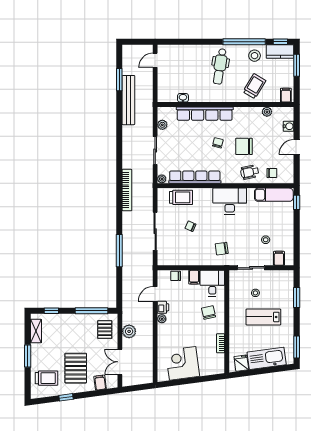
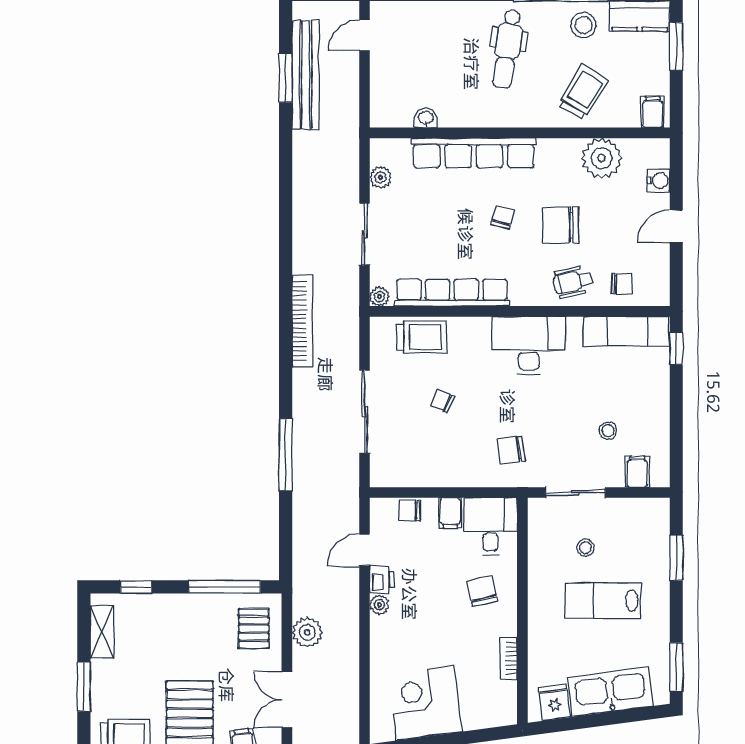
bench: (128, 100) -> (306, 75), moved
plant: (267, 112) -> (602, 158), width x1.88, depth x1.88

